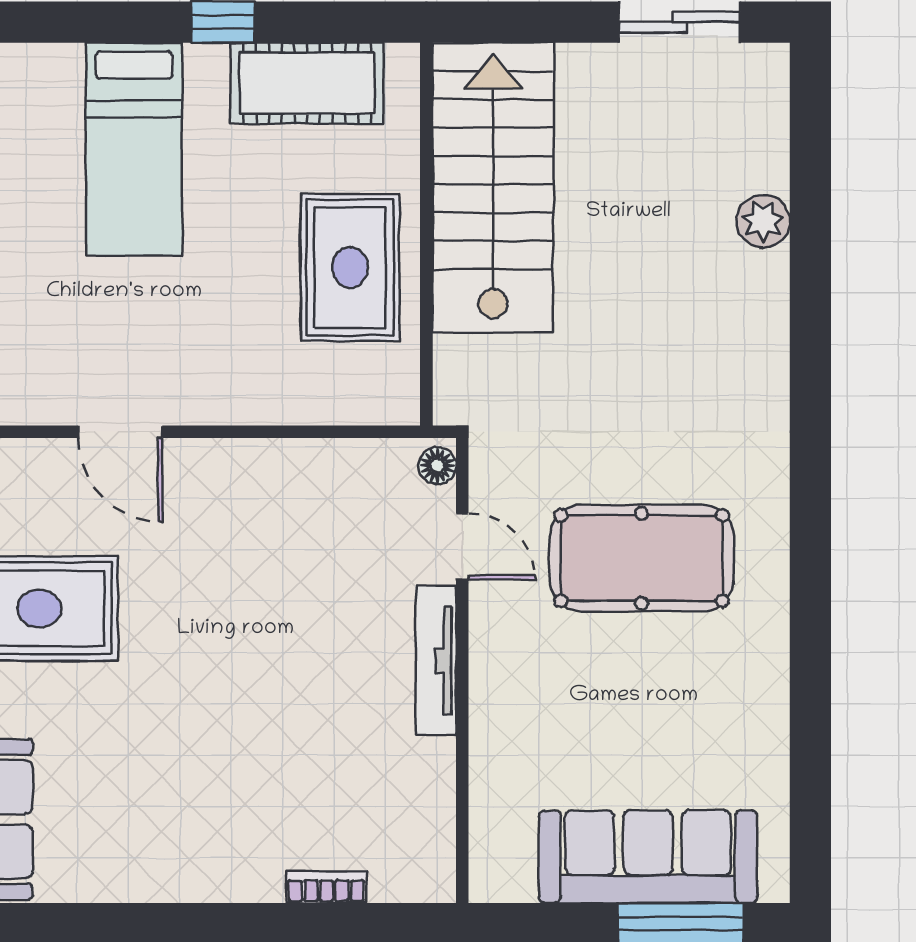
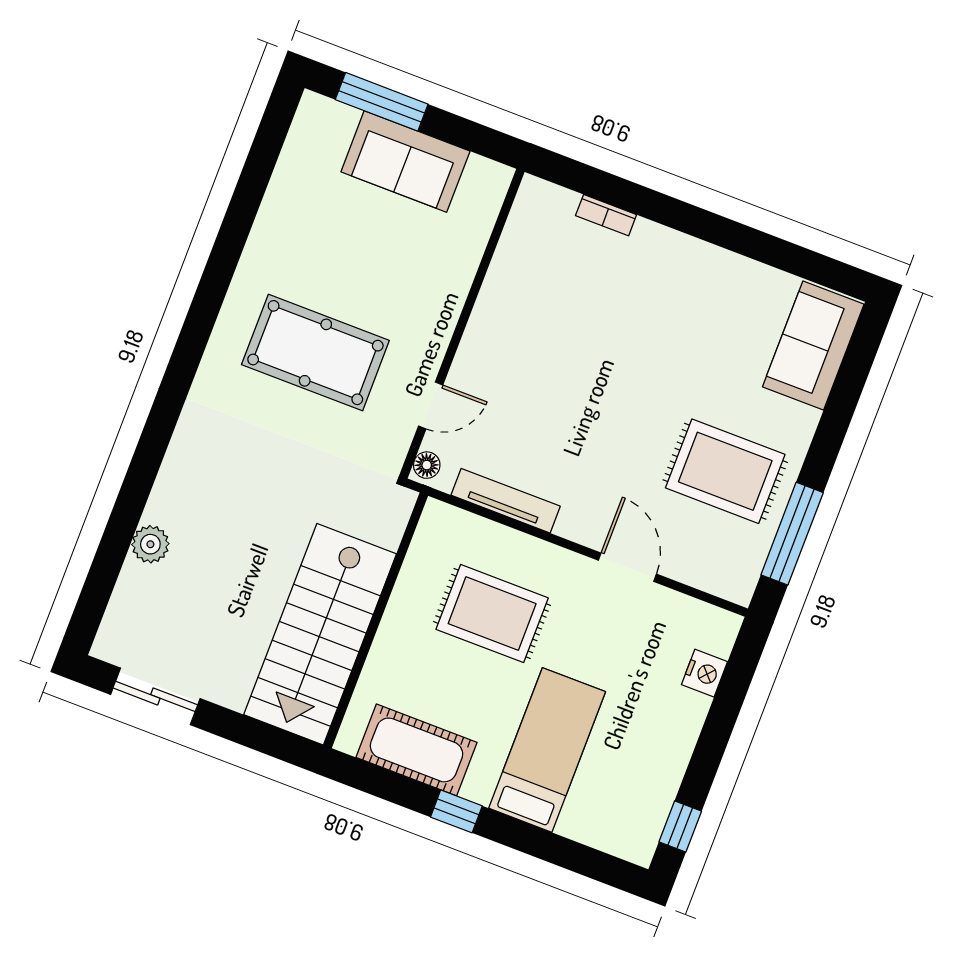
rug: (350, 268) -> (492, 614), moved, turned 90
door: (462, 546) -> (431, 406), swing flipped
tv unit: (436, 660) -> (506, 501), moved, turned -90
sofa: (648, 857) -> (405, 161), width x0.73

